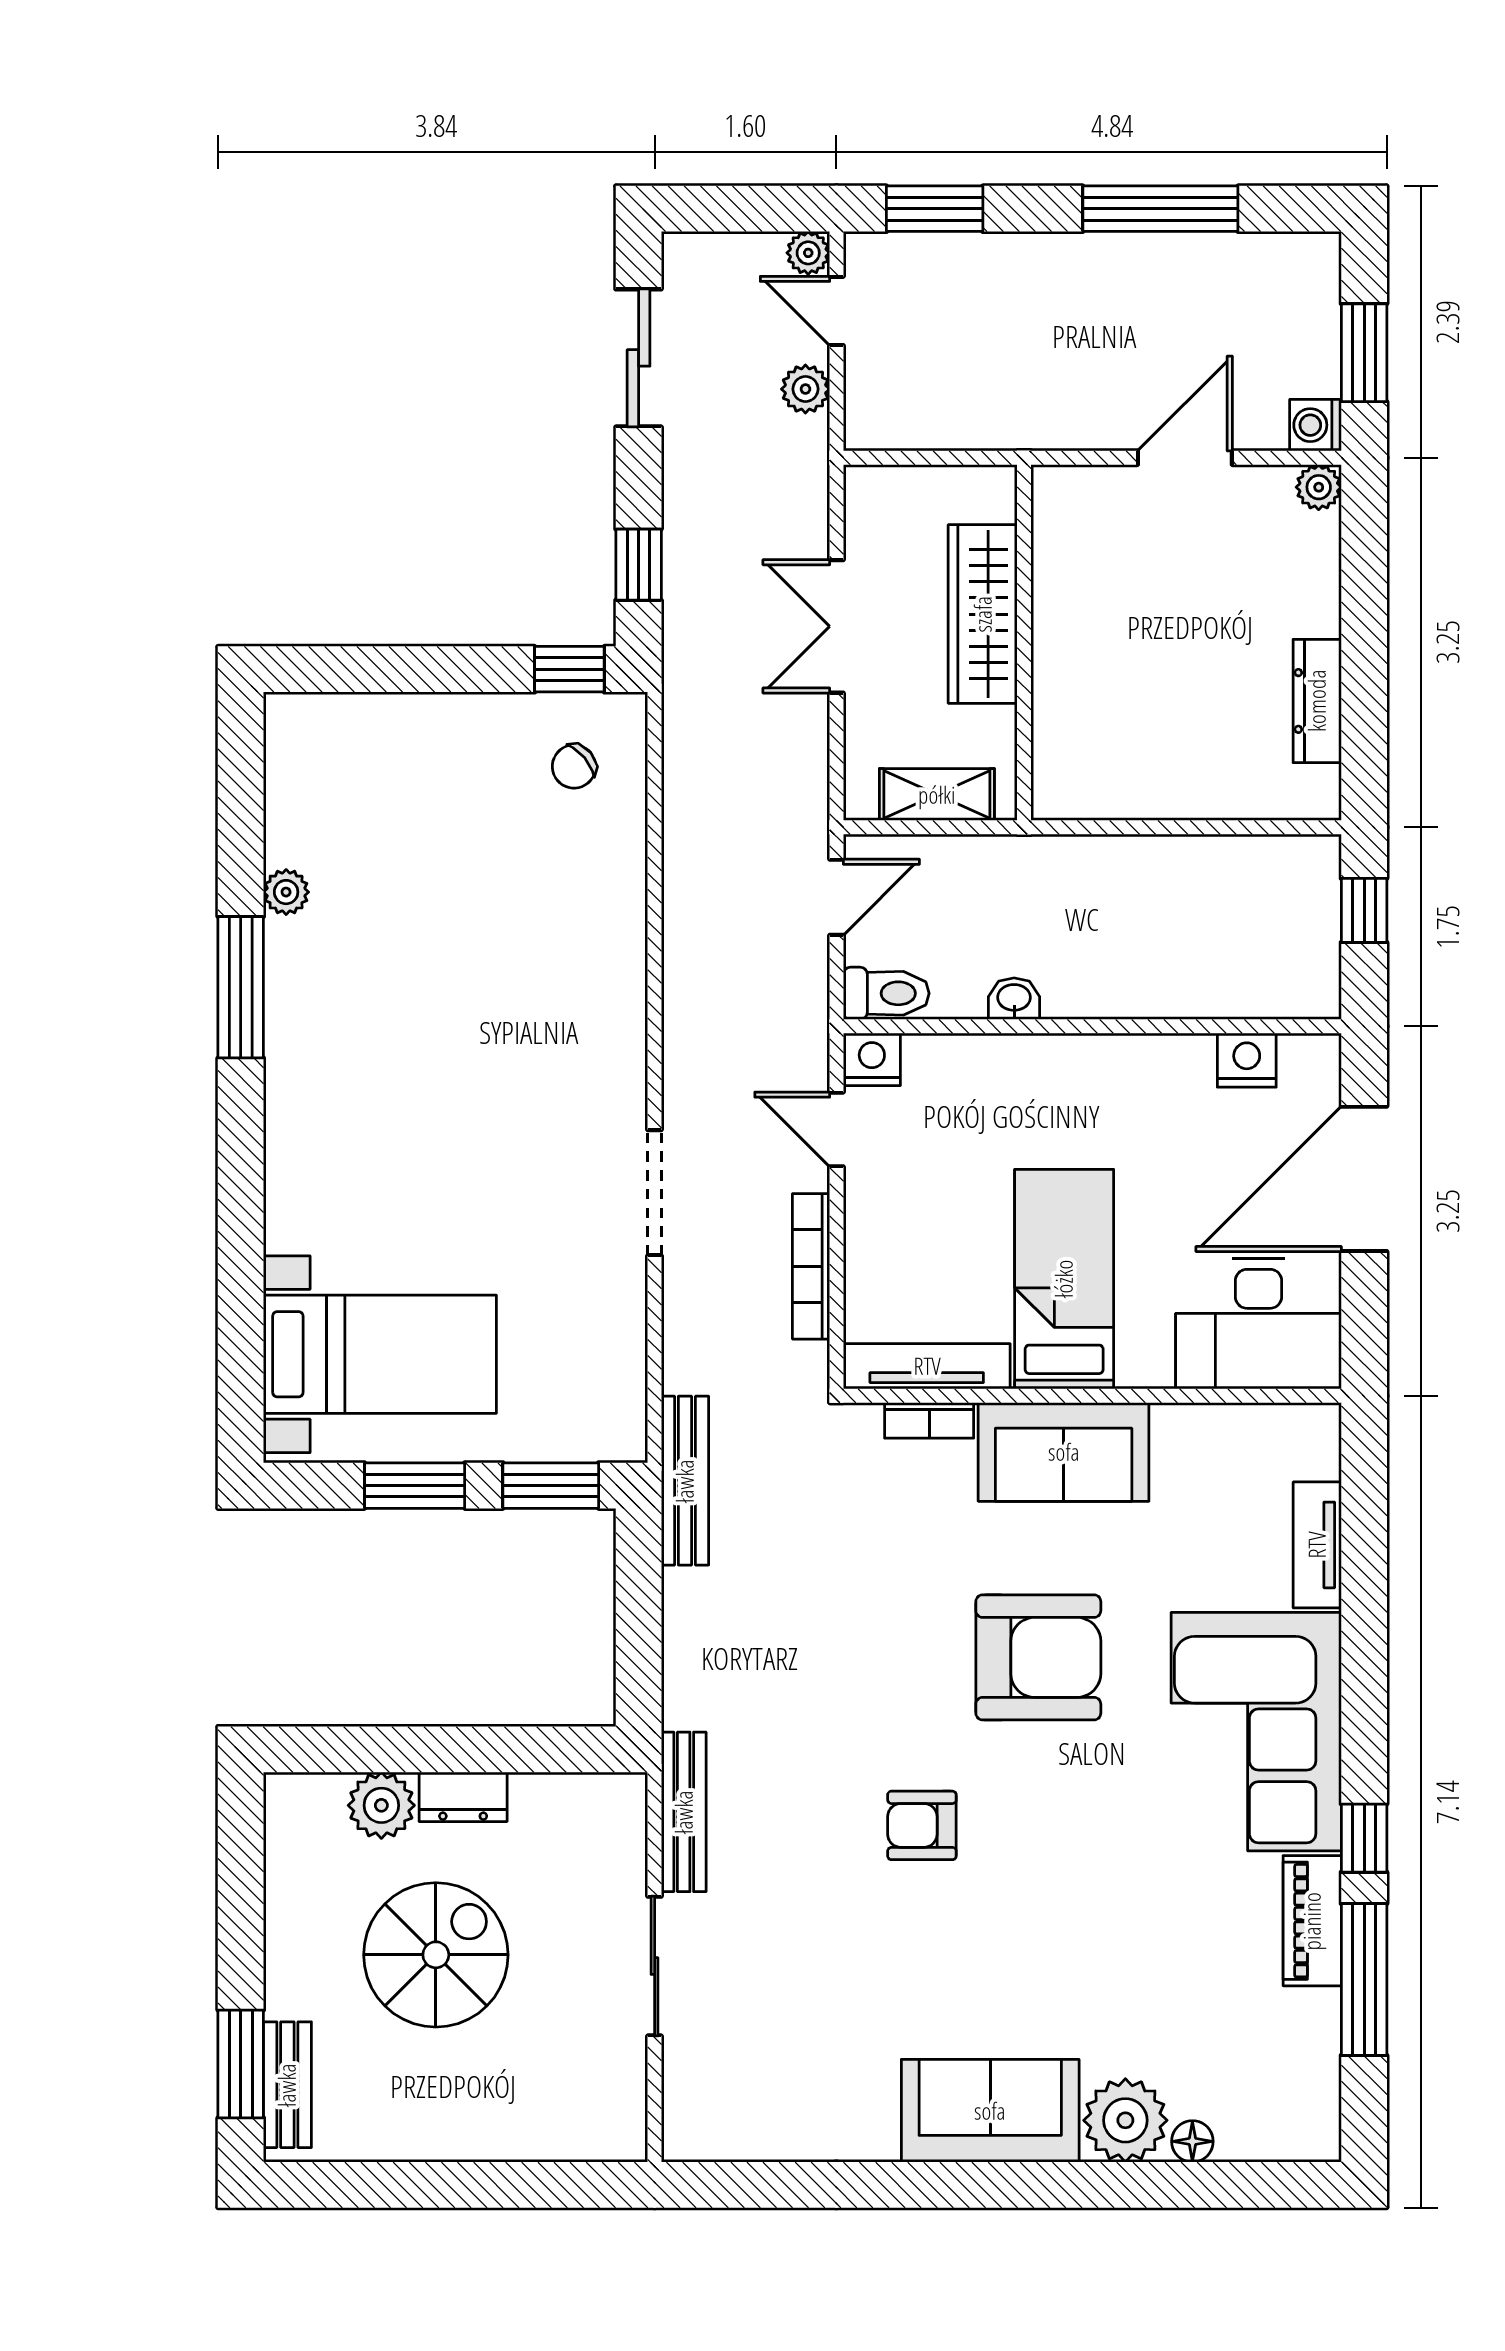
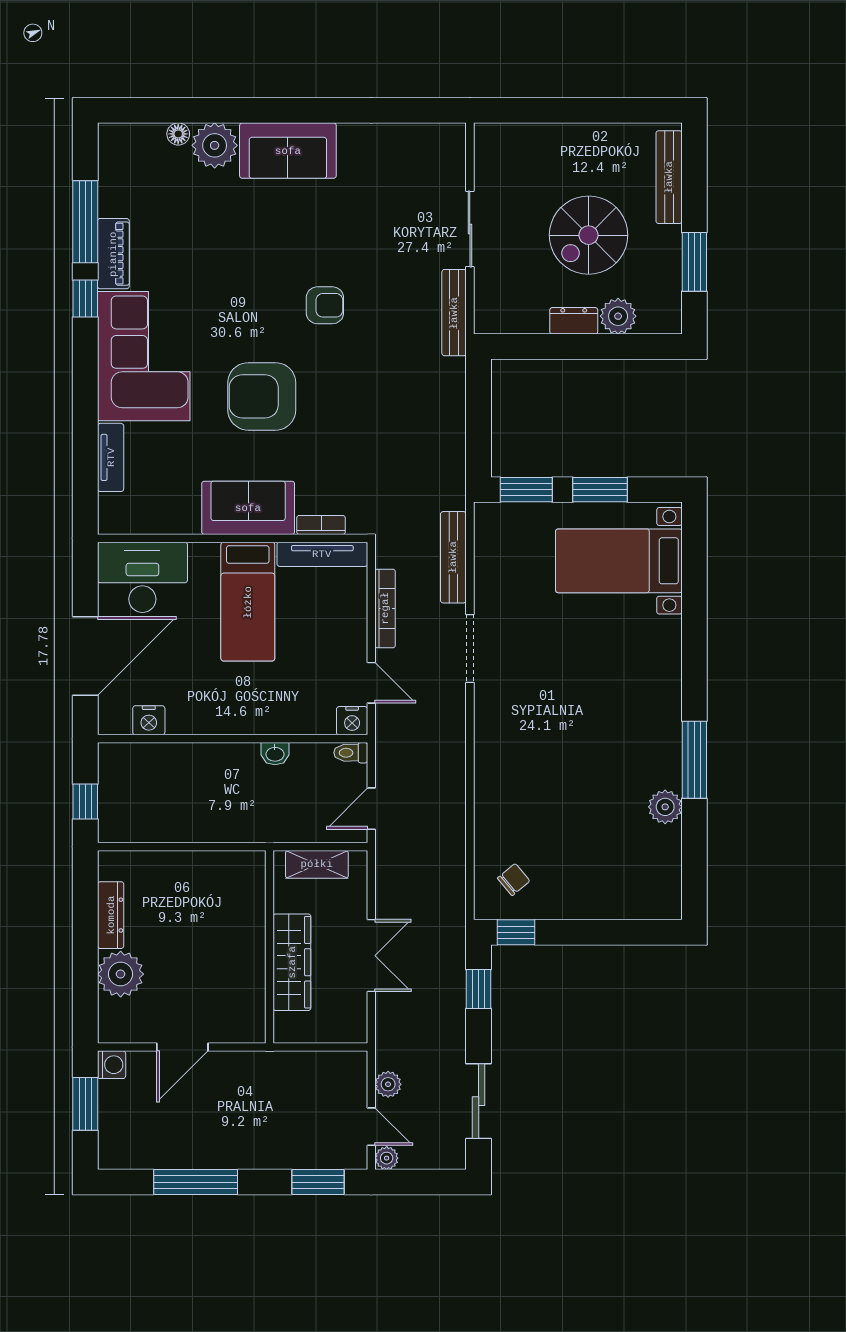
plant: (1319, 487) -> (121, 974), moved, width x1.88, depth x1.88
plant: (286, 892) -> (665, 807), width x1.38, depth x1.38
toilet: (886, 993) -> (351, 753), width x0.73, depth x0.72
bench: (685, 1481) -> (453, 557), moved
window: (241, 2064) -> (694, 262), moved
bench: (287, 2085) -> (669, 177), width x1.36

